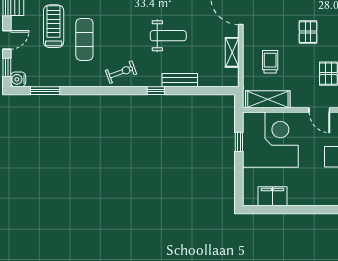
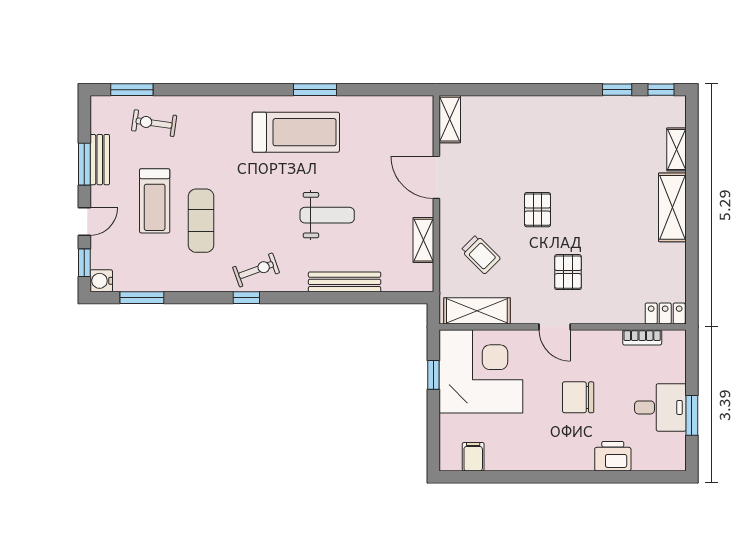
treadmill: (54, 26) -> (155, 201), turned 180
trolley: (270, 62) -> (481, 254), turned 135
bench: (180, 80) -> (345, 282), width x1.36
window: (156, 91) -> (246, 298), moved
filing cabinet: (272, 196) -> (473, 457), width x0.50

